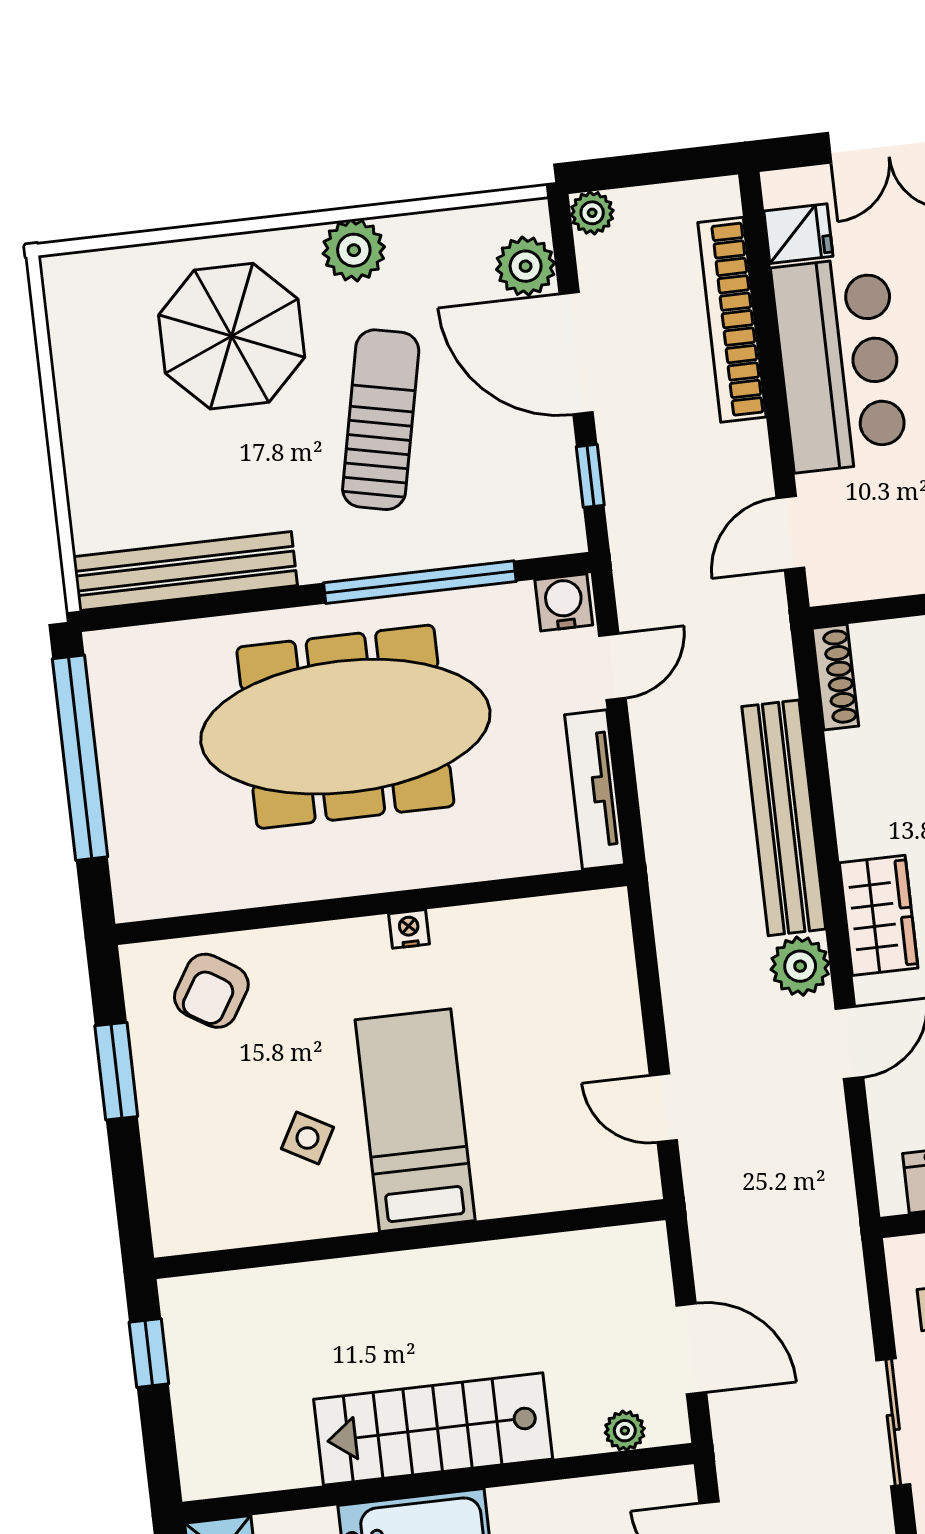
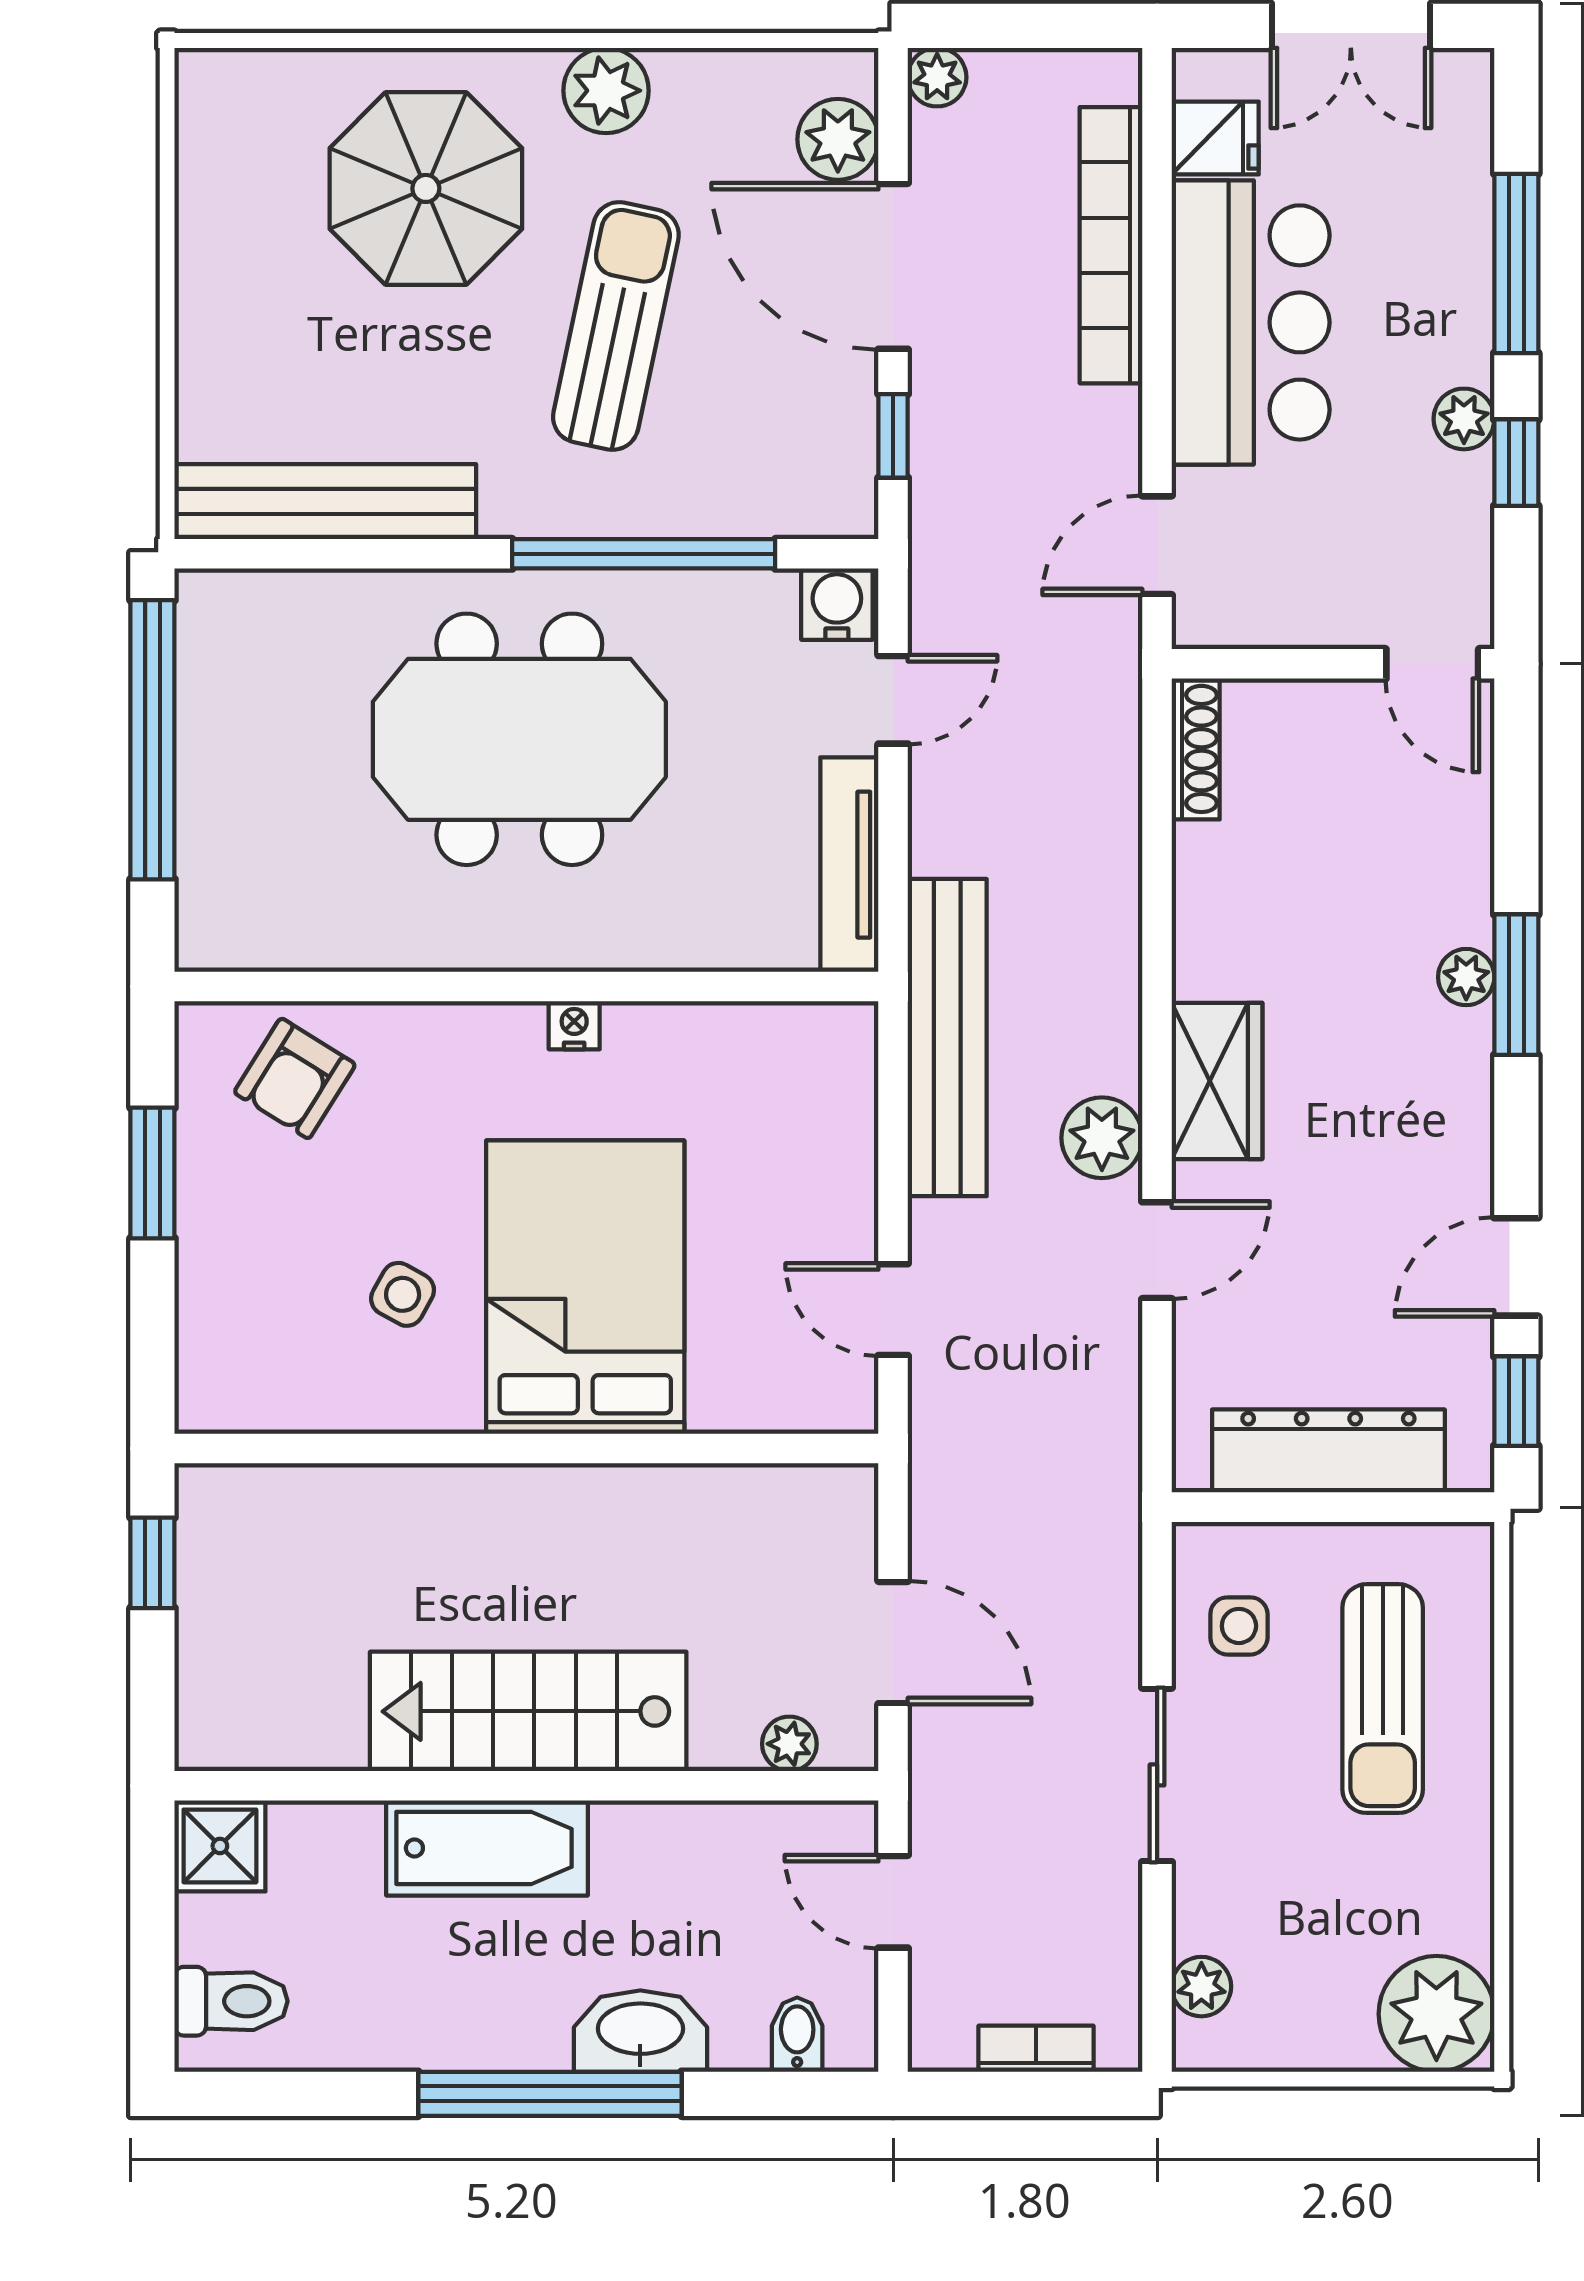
meeting table: (345, 727) -> (519, 739), width x0.73
bench: (784, 818) -> (947, 1038), moved
bed: (415, 1120) -> (585, 1287), width x1.50

